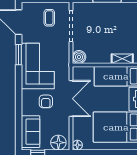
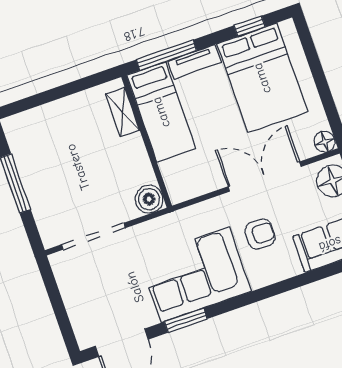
coffee table: (49, 18) -> (92, 285), removed
double door: (71, 99) -> (264, 177), moved

